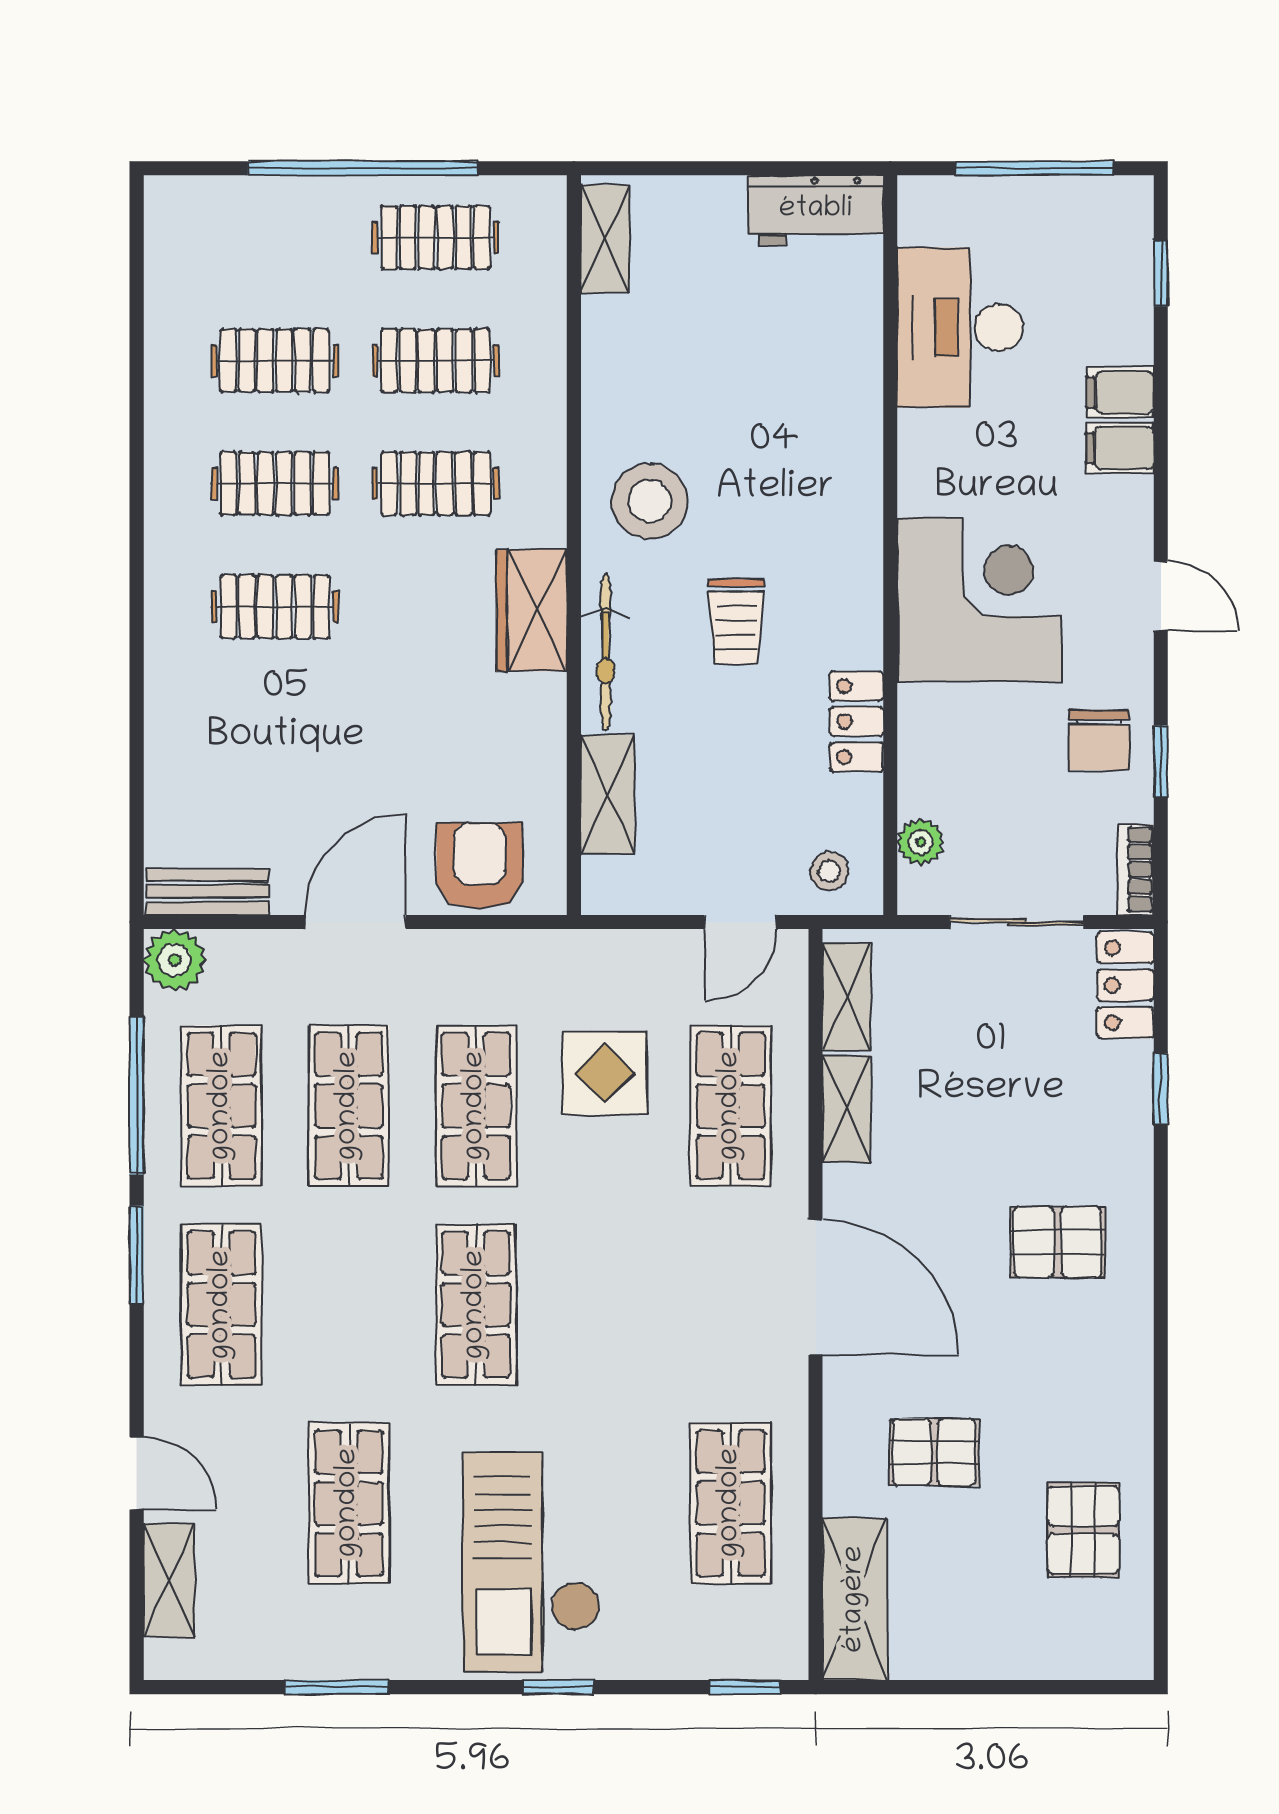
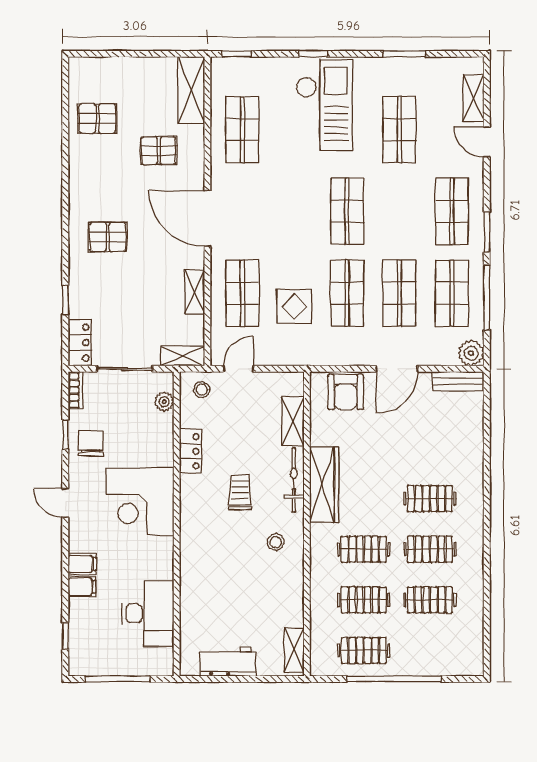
workbench: (816, 210) -> (228, 662), moved
stool: (650, 501) -> (276, 542), width x0.53, depth x0.53
wardrobe: (532, 610) -> (324, 485), width x1.50
shelving: (847, 997) -> (182, 356), moved, turned 90
pallet: (1083, 1530) -> (97, 118), turned 90

